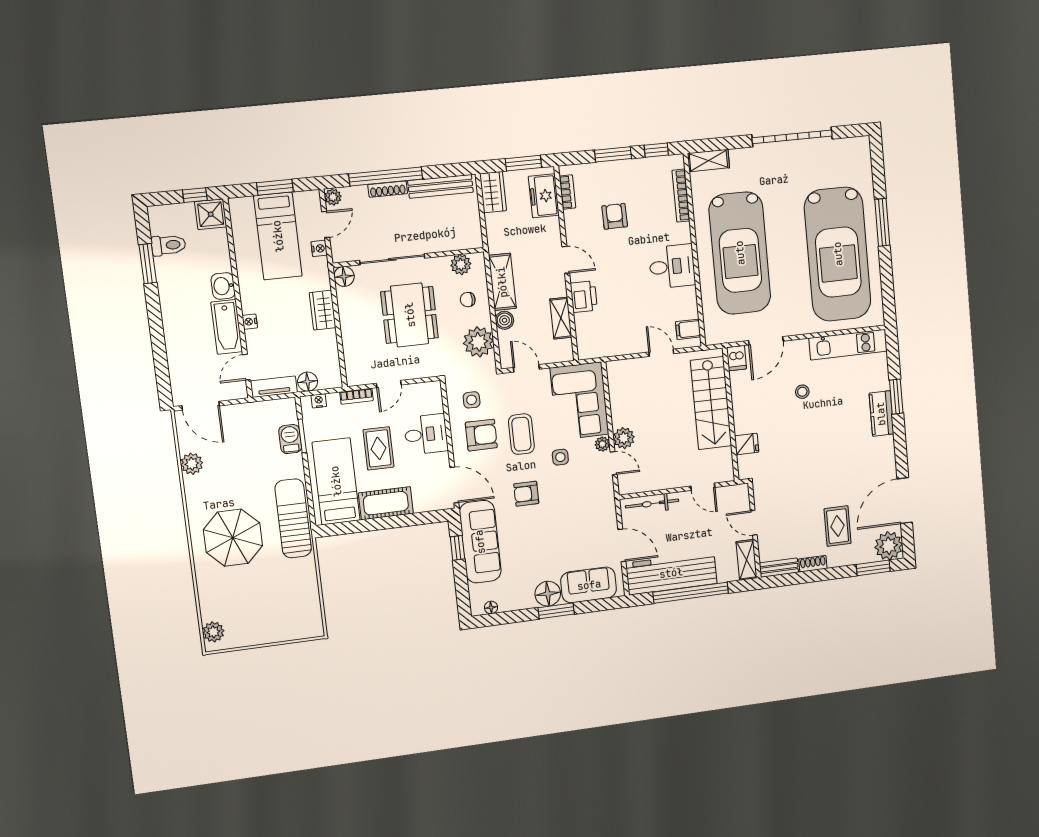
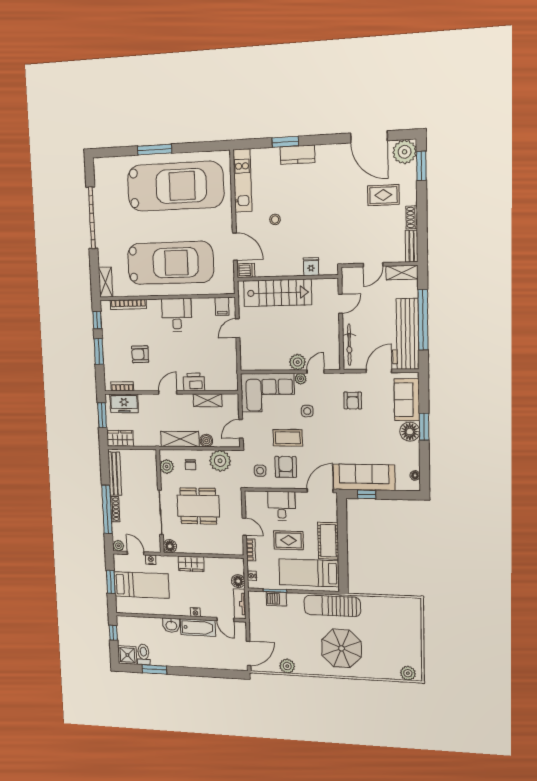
shower: (211, 214) -> (127, 655), moved
armchair: (526, 494) -> (353, 401), moved

